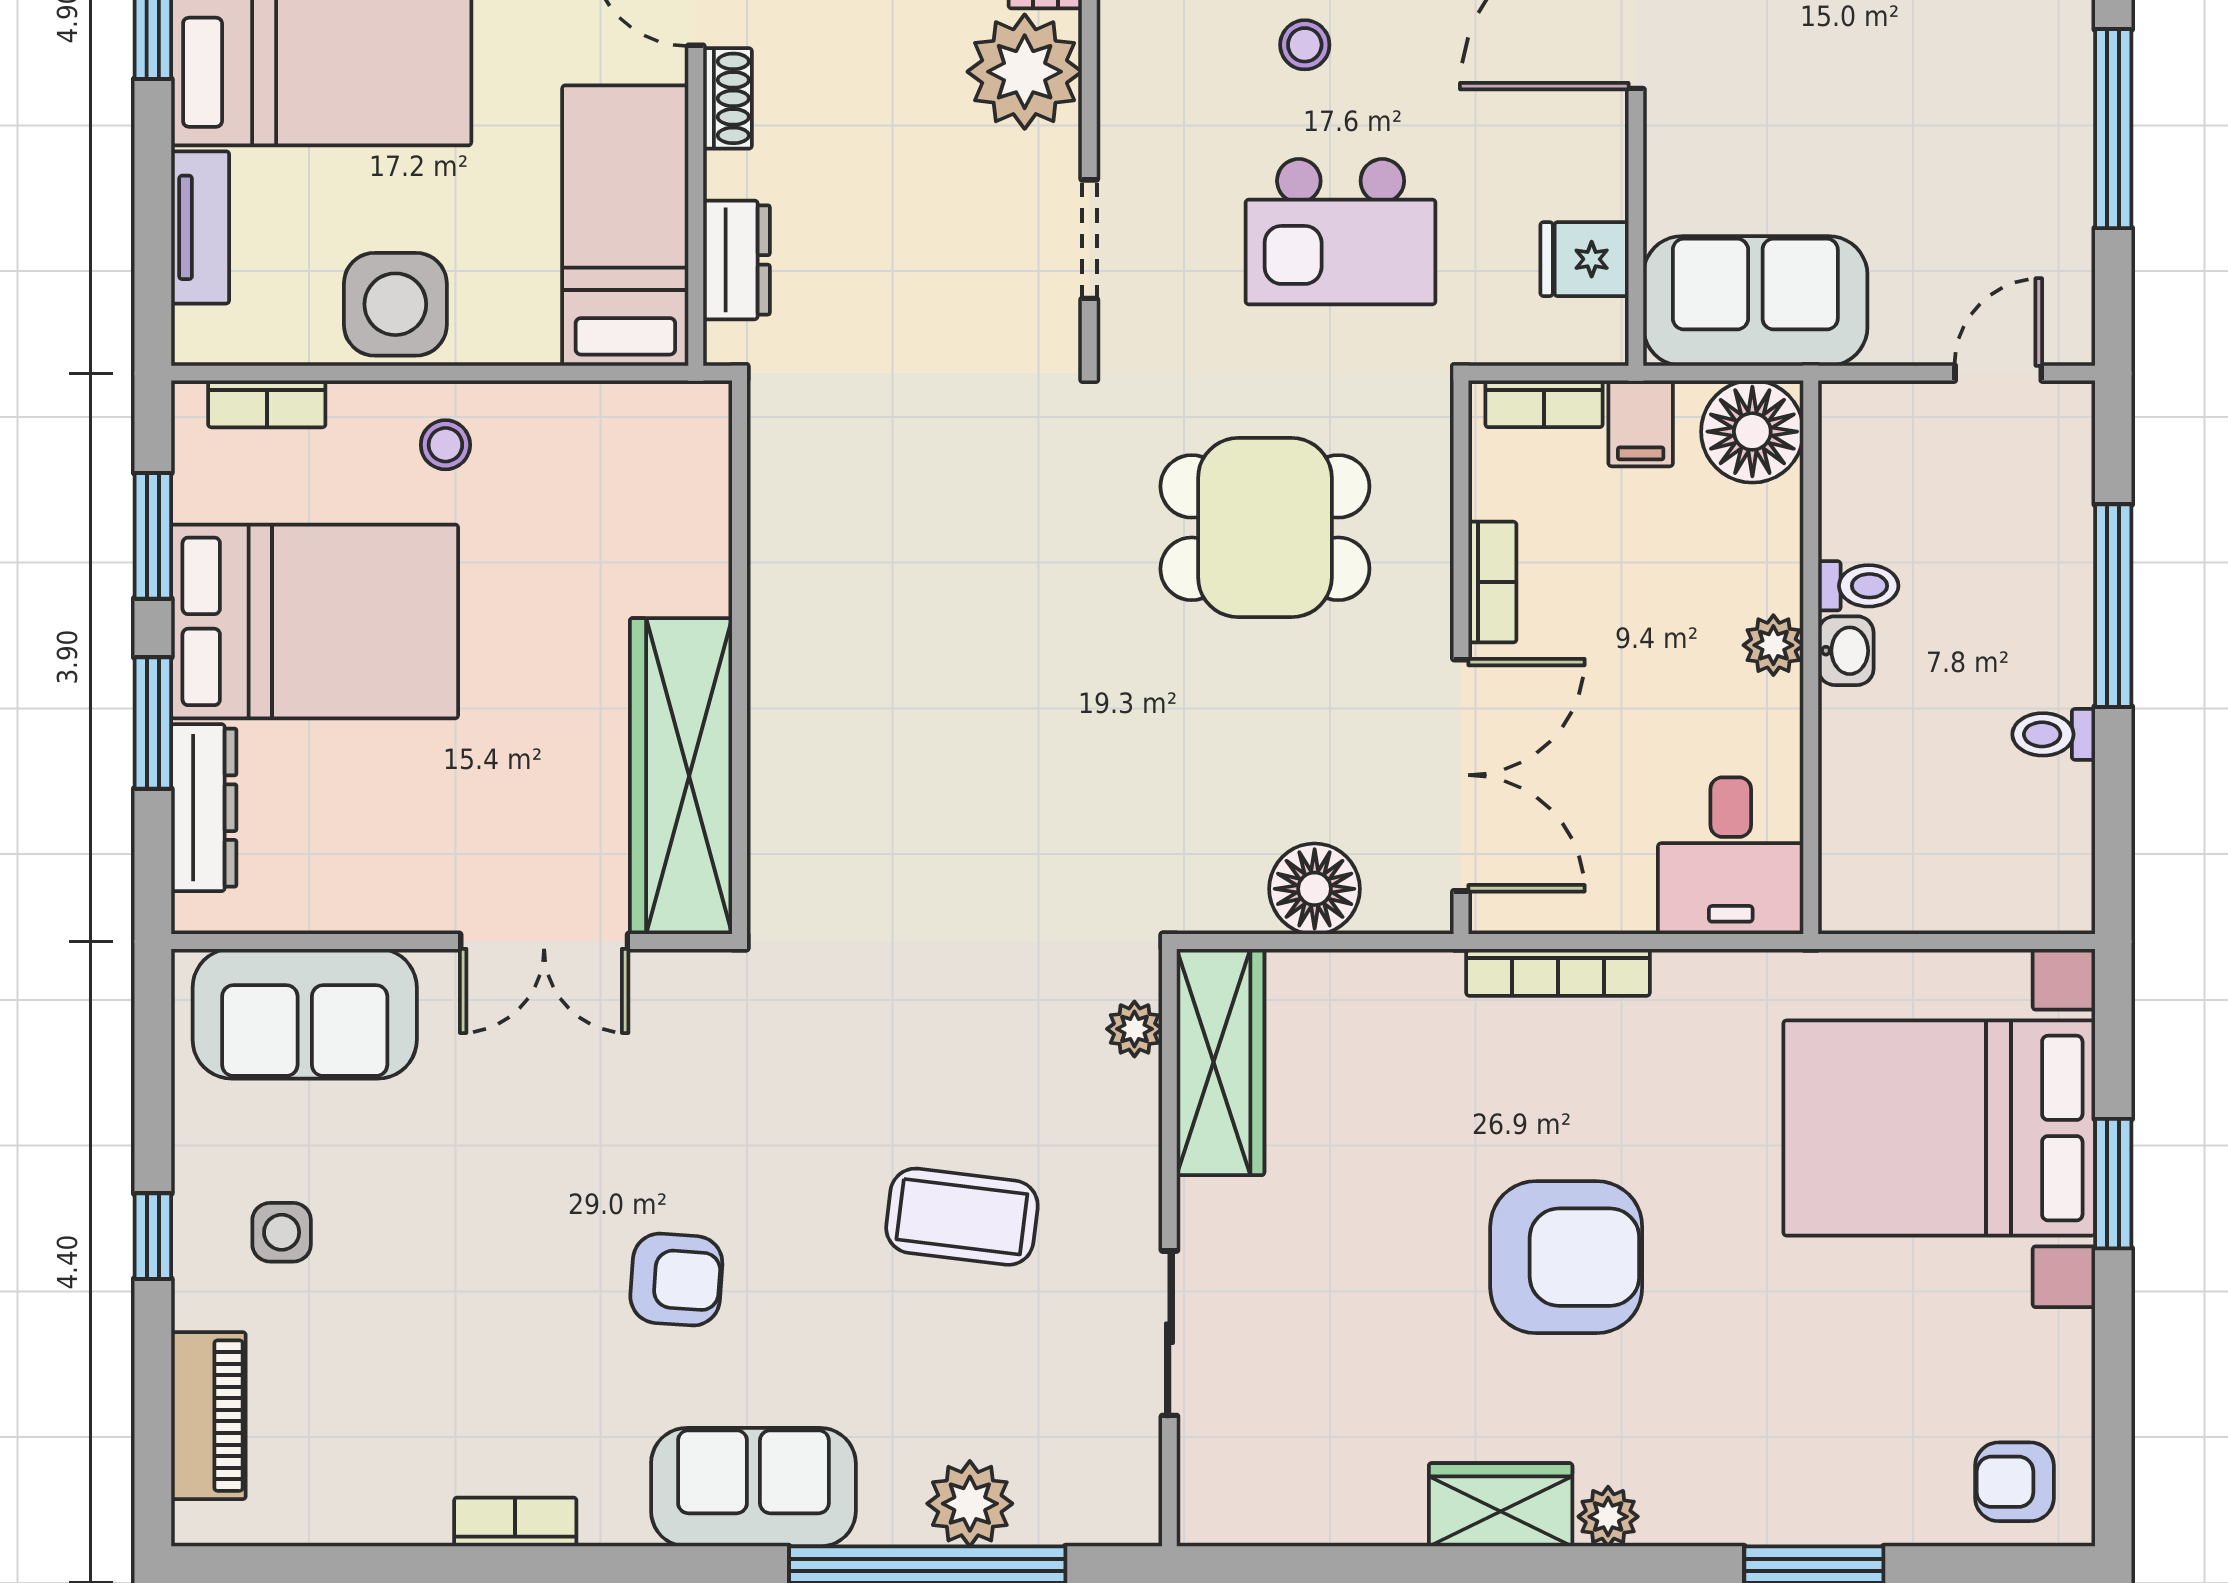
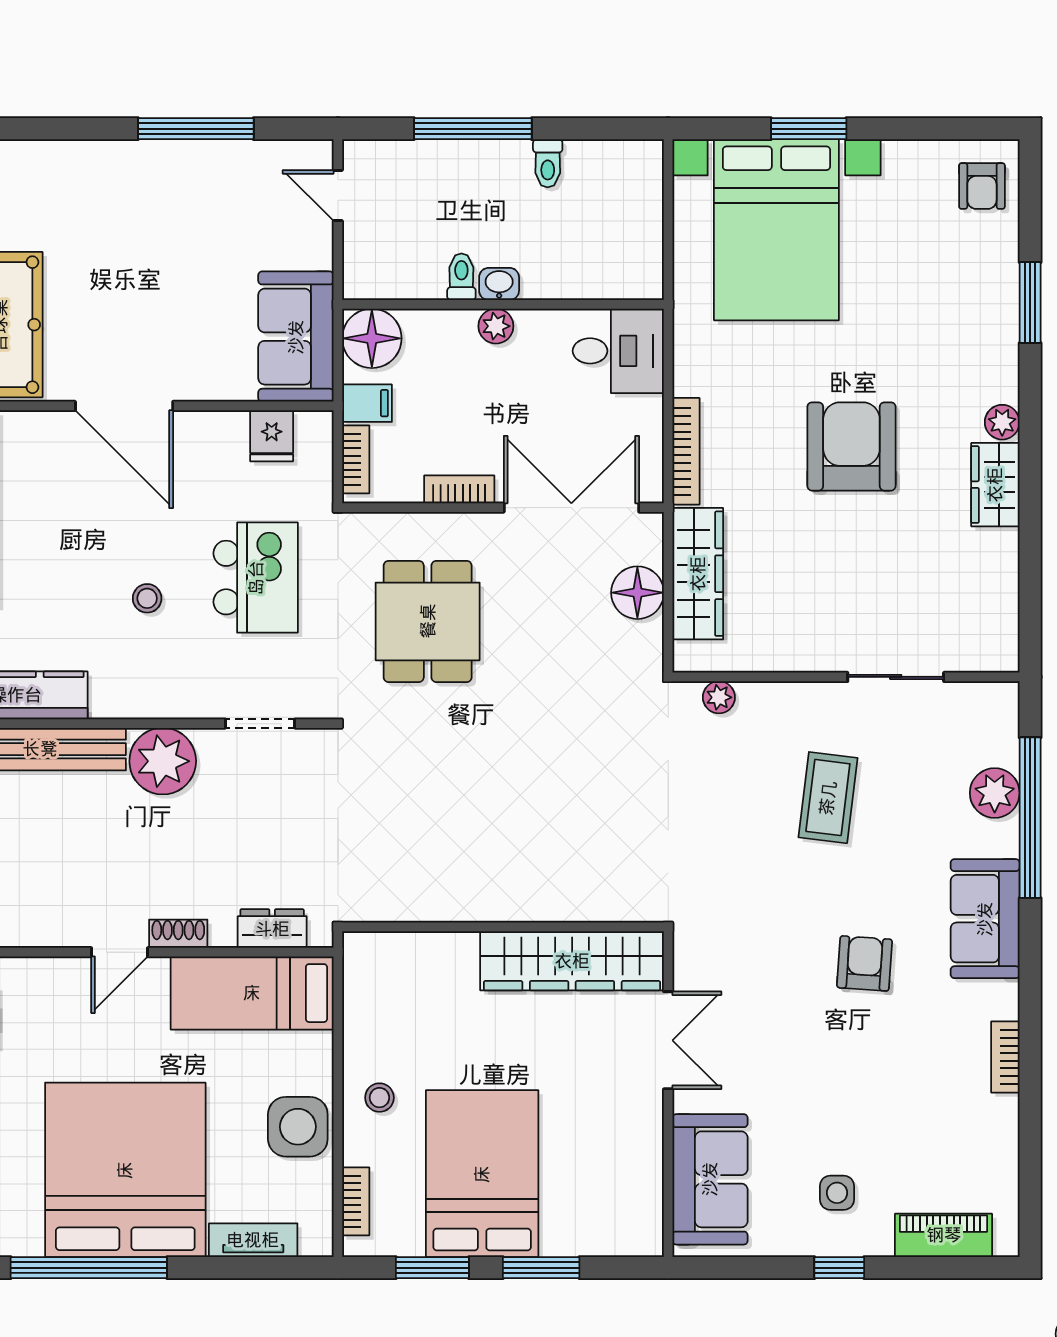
dresser: (204, 808) -> (590, 1238), removed
wardrobe: (1221, 1062) -> (698, 574), moved, turned 90

